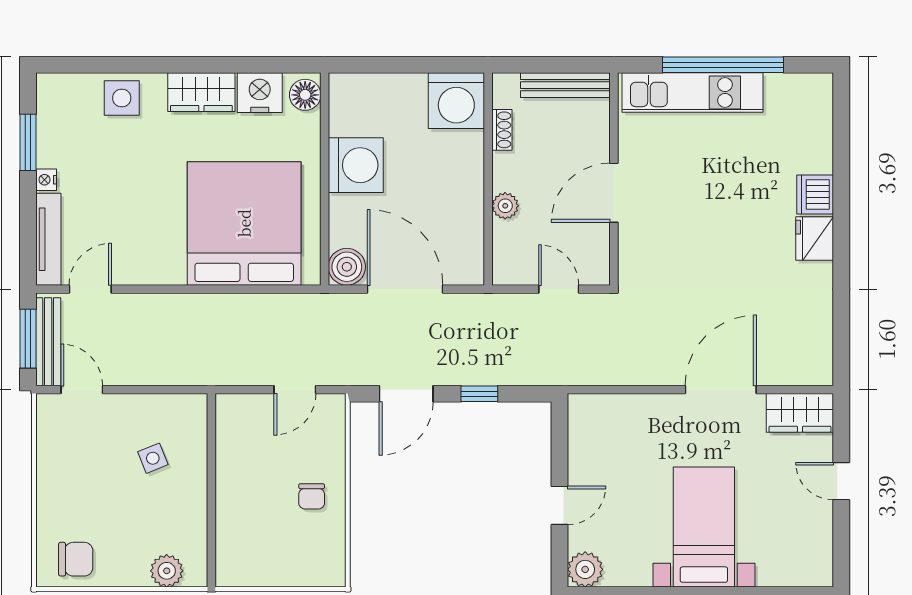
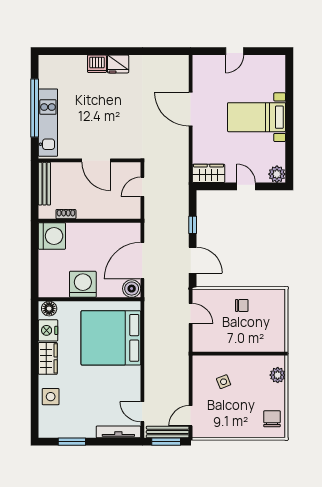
nightstand: (46, 180) -> (90, 433), removed
plant: (505, 206) -> (102, 213), removed
wardrobe: (800, 413) -> (209, 173), moved, turned -90

